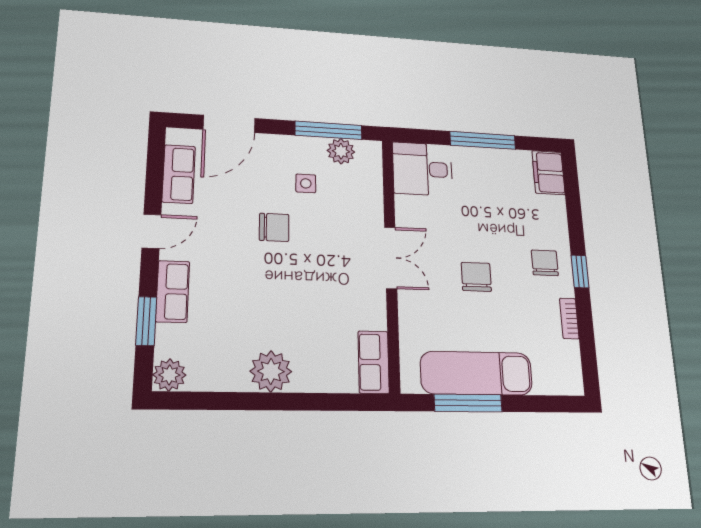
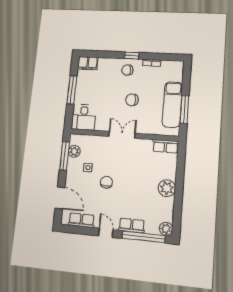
window: (146, 321) -> (143, 237), width x2.11

